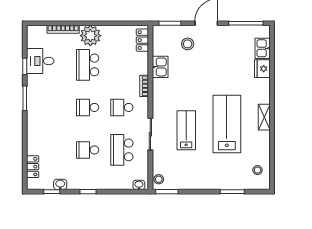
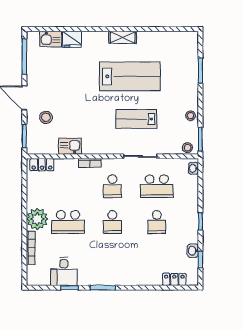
lab bench: (227, 124) -> (130, 76), turned 180
stool: (257, 170) -> (191, 116), moved

